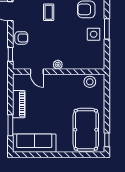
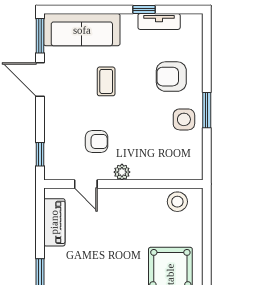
armchair: (21, 38) -> (97, 141), moved
piano: (19, 104) -> (54, 222), moved

